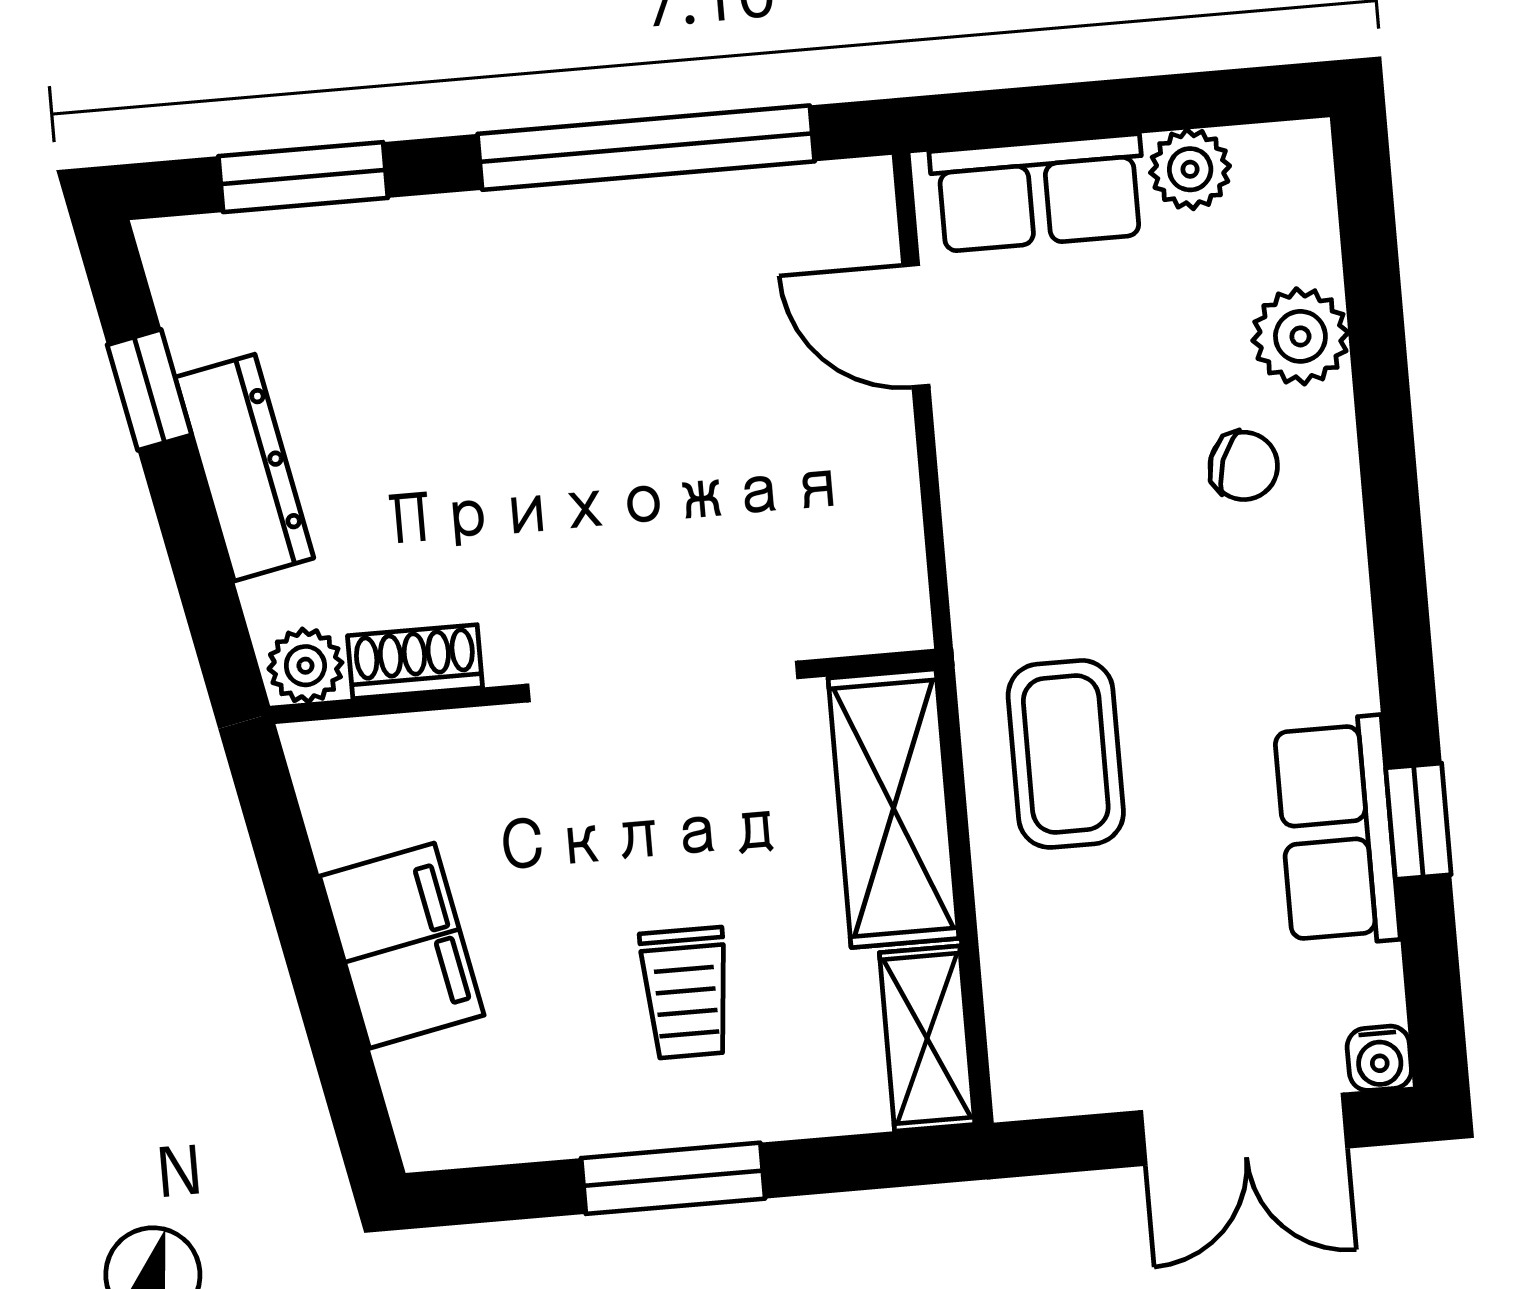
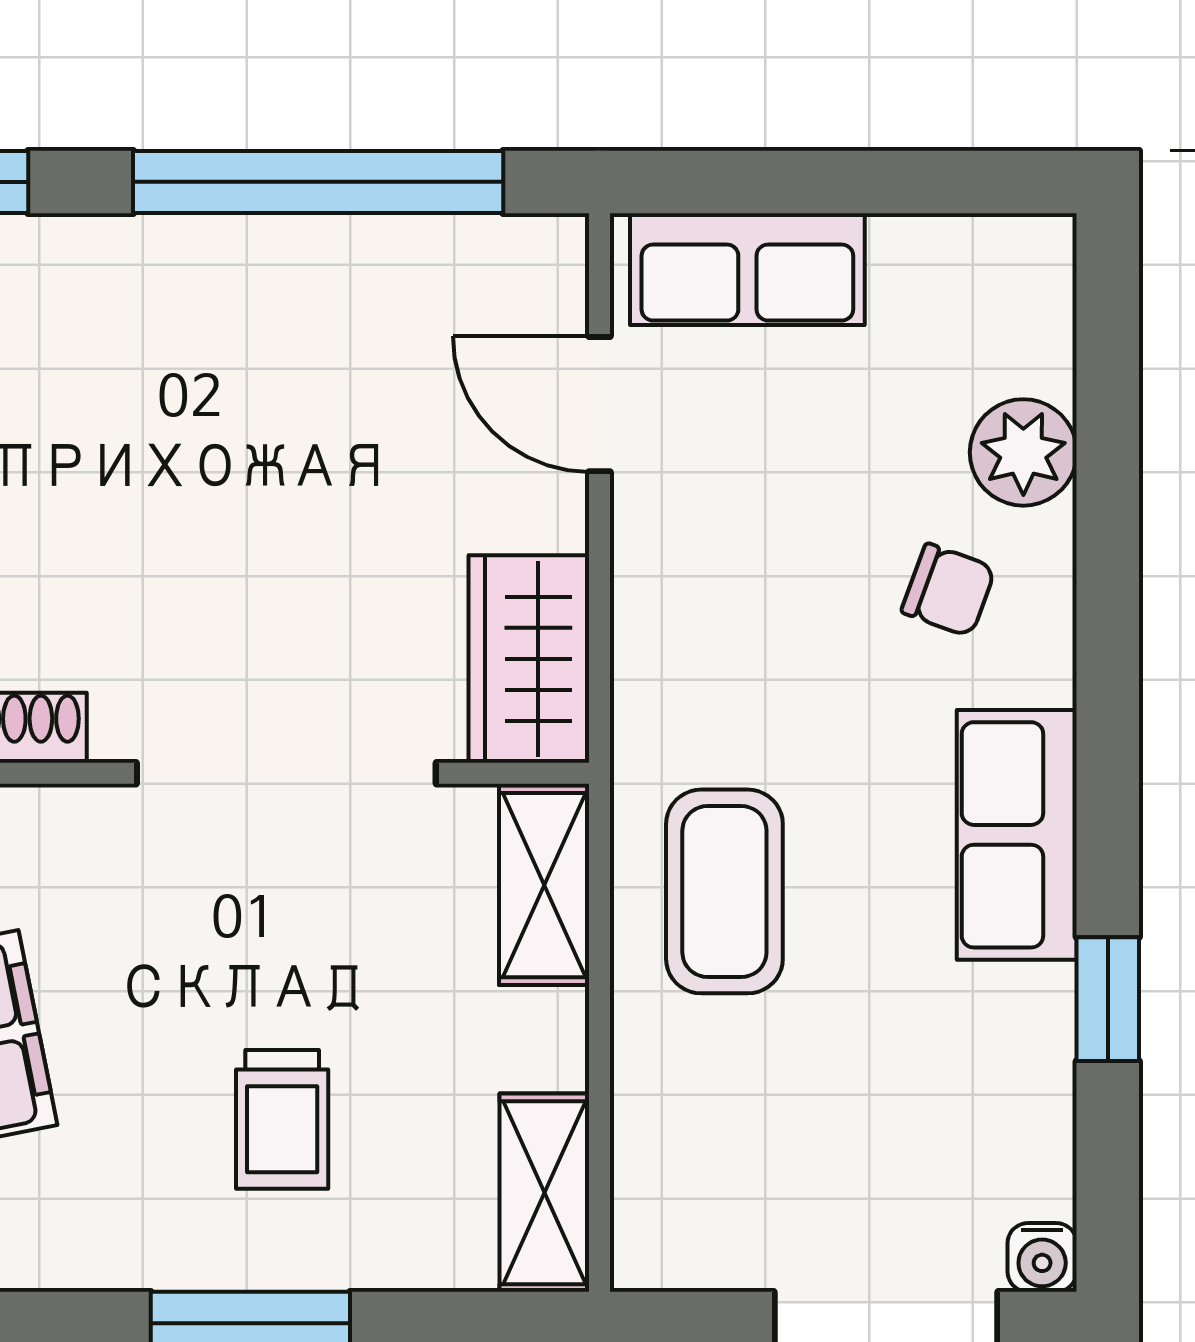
plant: (1190, 169) -> (917, 257), removed
wardrobe: (872, 560) -> (529, 659), added
shelving: (894, 808) -> (544, 885), width x0.67, depth x0.75
row of seats: (1337, 831) -> (1017, 835), moved

